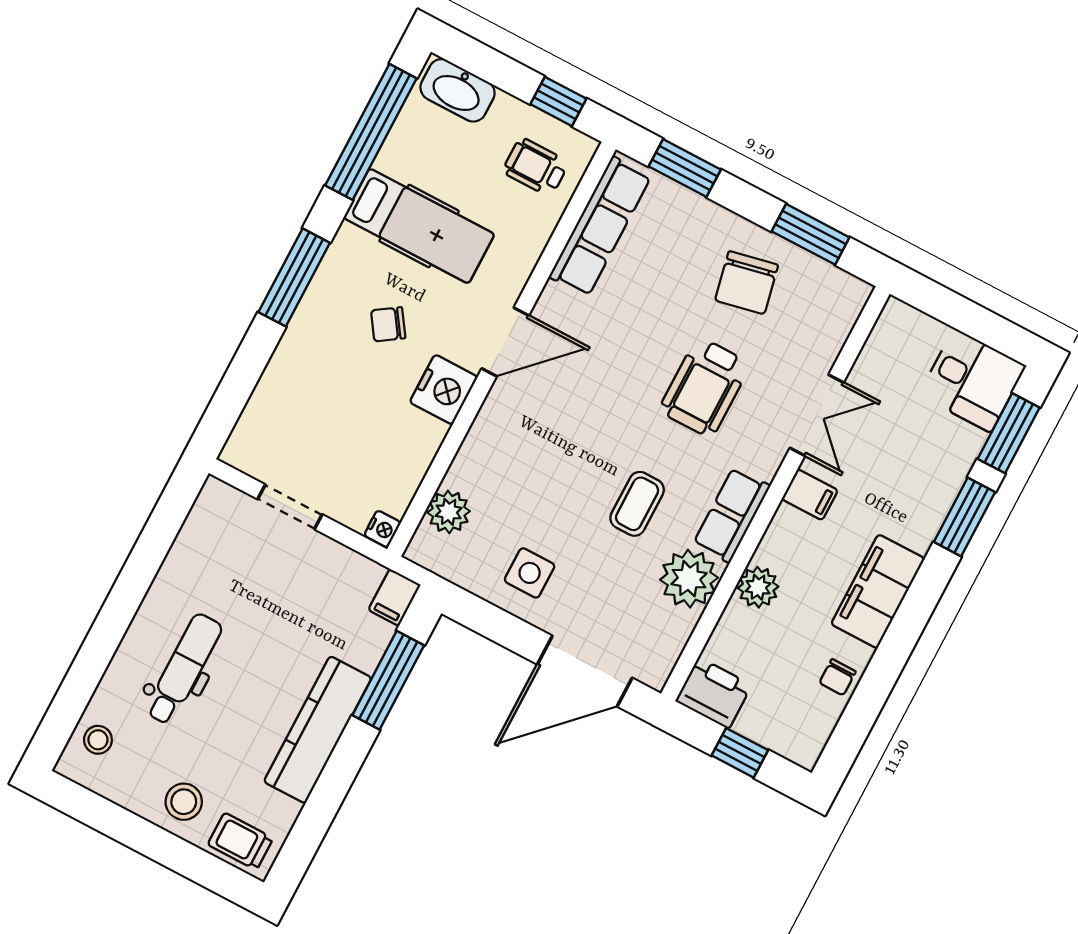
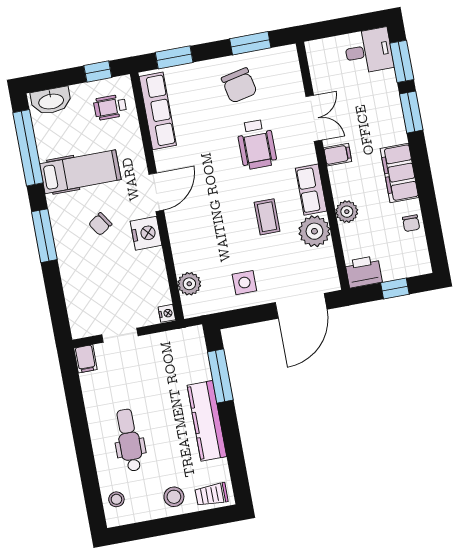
filing cabinet: (394, 597) -> (85, 359), moved

